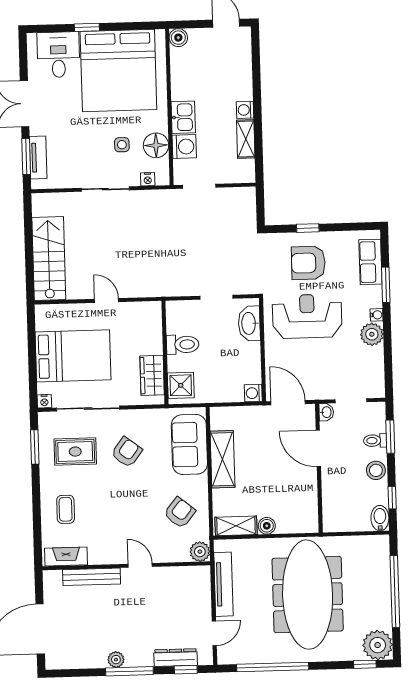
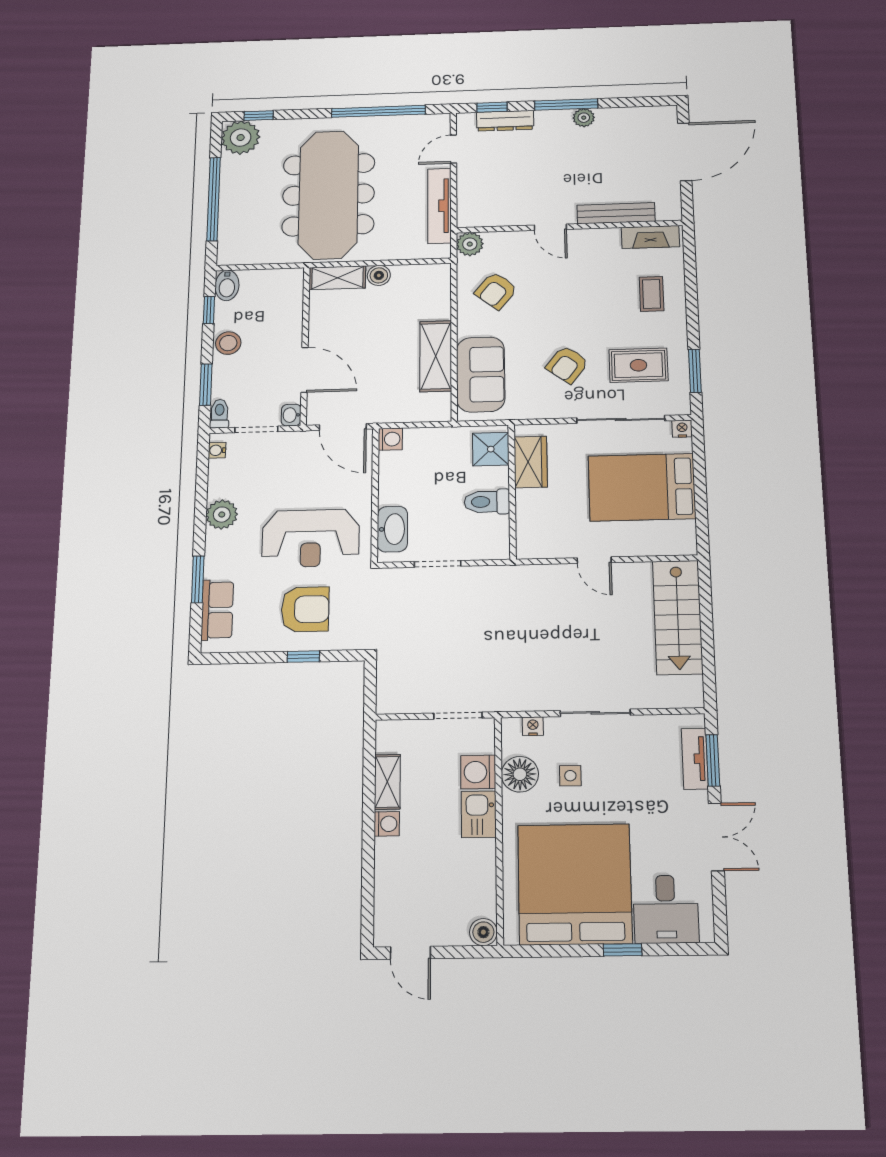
water cooler: (377, 315) -> (217, 450), moved
toilet: (375, 441) -> (219, 414), moved, turned -90
shelving: (236, 526) -> (338, 278), moved

